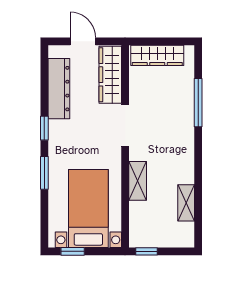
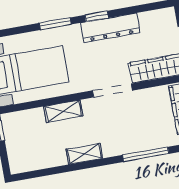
dresser: (59, 89) -> (110, 28), moved
shelving: (186, 203) -> (84, 154), moved

